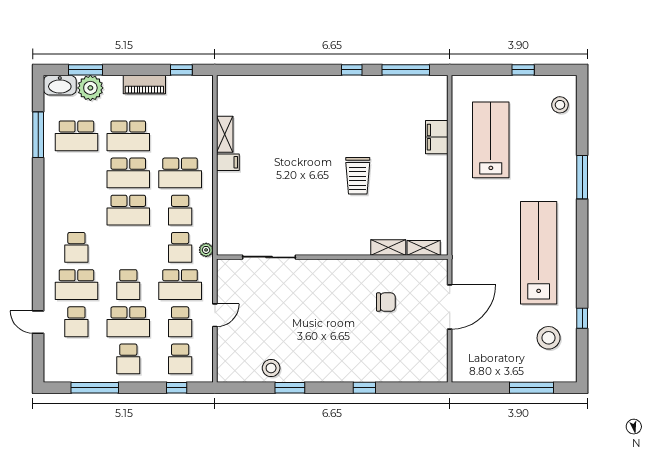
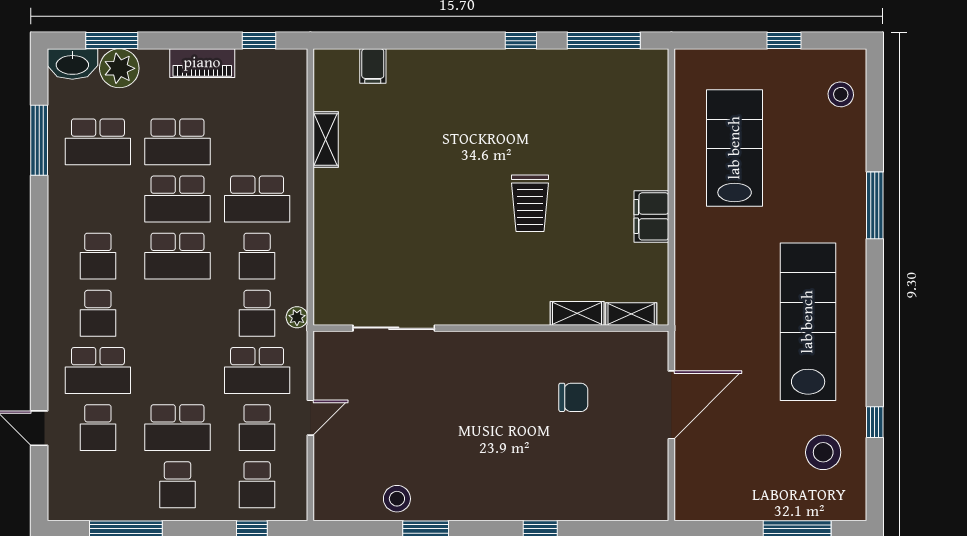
filing cabinet: (437, 137) -> (651, 216), moved
filing cabinet: (228, 162) -> (373, 66), moved, turned 90
school desk: (128, 285) -> (98, 256), moved

